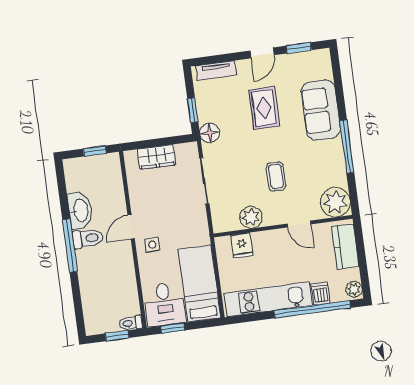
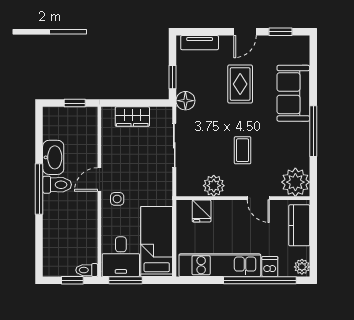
window: (173, 328) -> (126, 280), width x1.50

